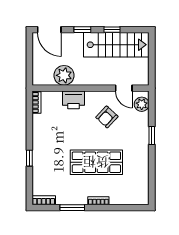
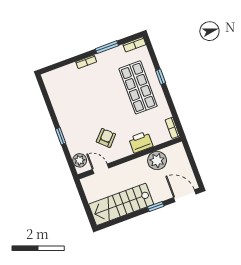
window: (112, 30) -> (130, 216), removed
shop shelf: (96, 162) -> (138, 87), moved, turned 90

